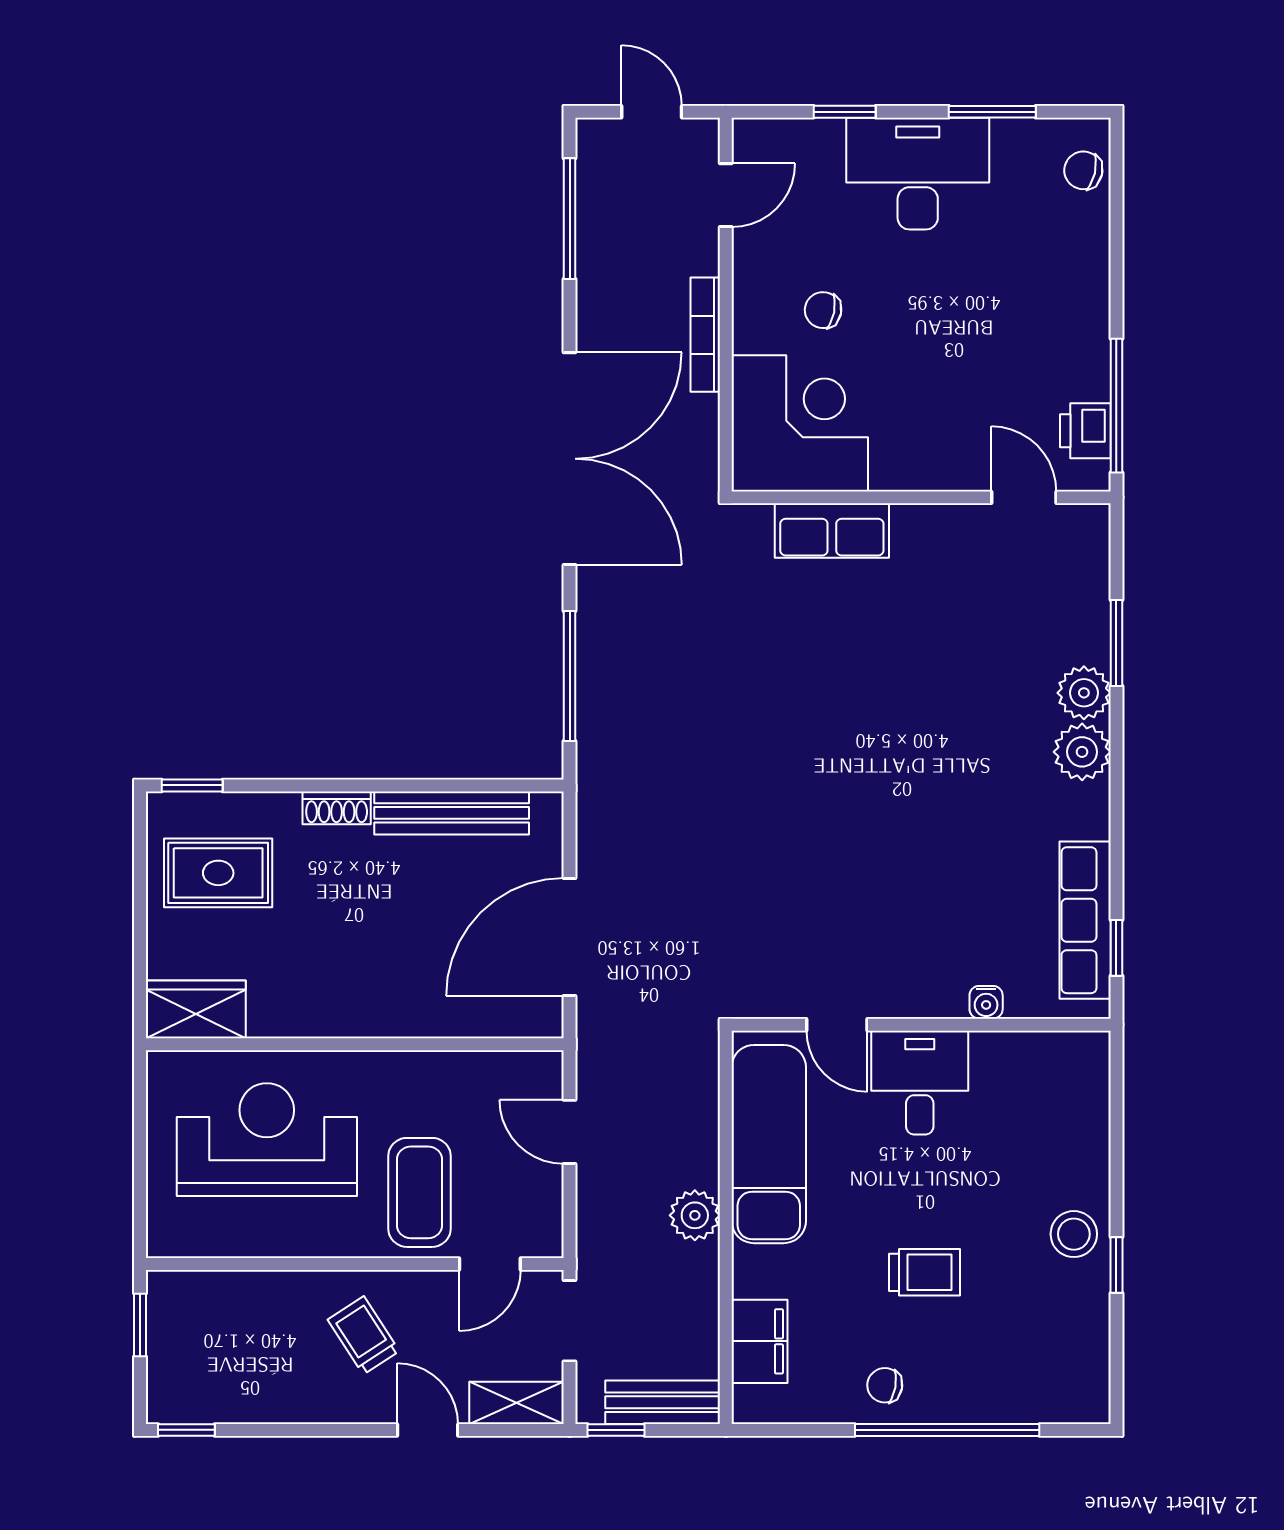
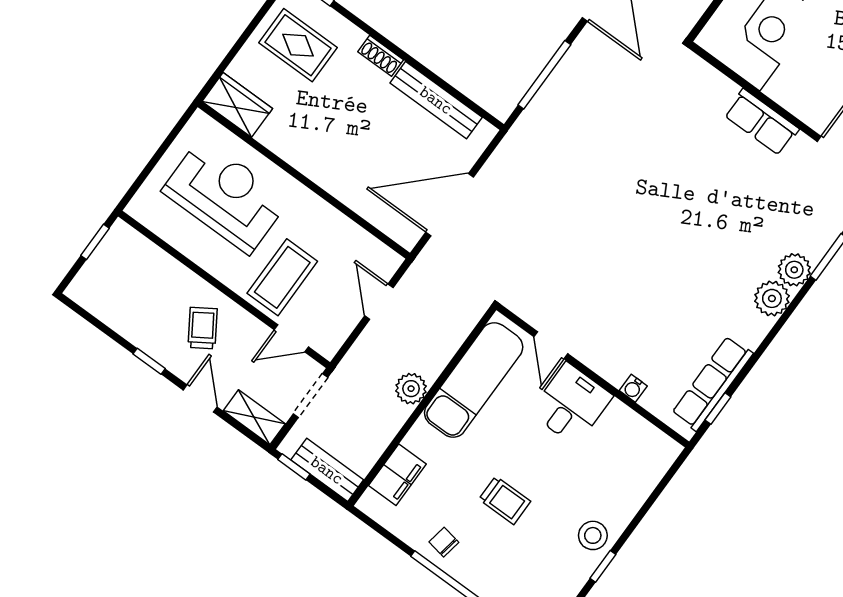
row of seats: (832, 531) -> (761, 122), moved
window: (186, 1430) -> (149, 361), moved

